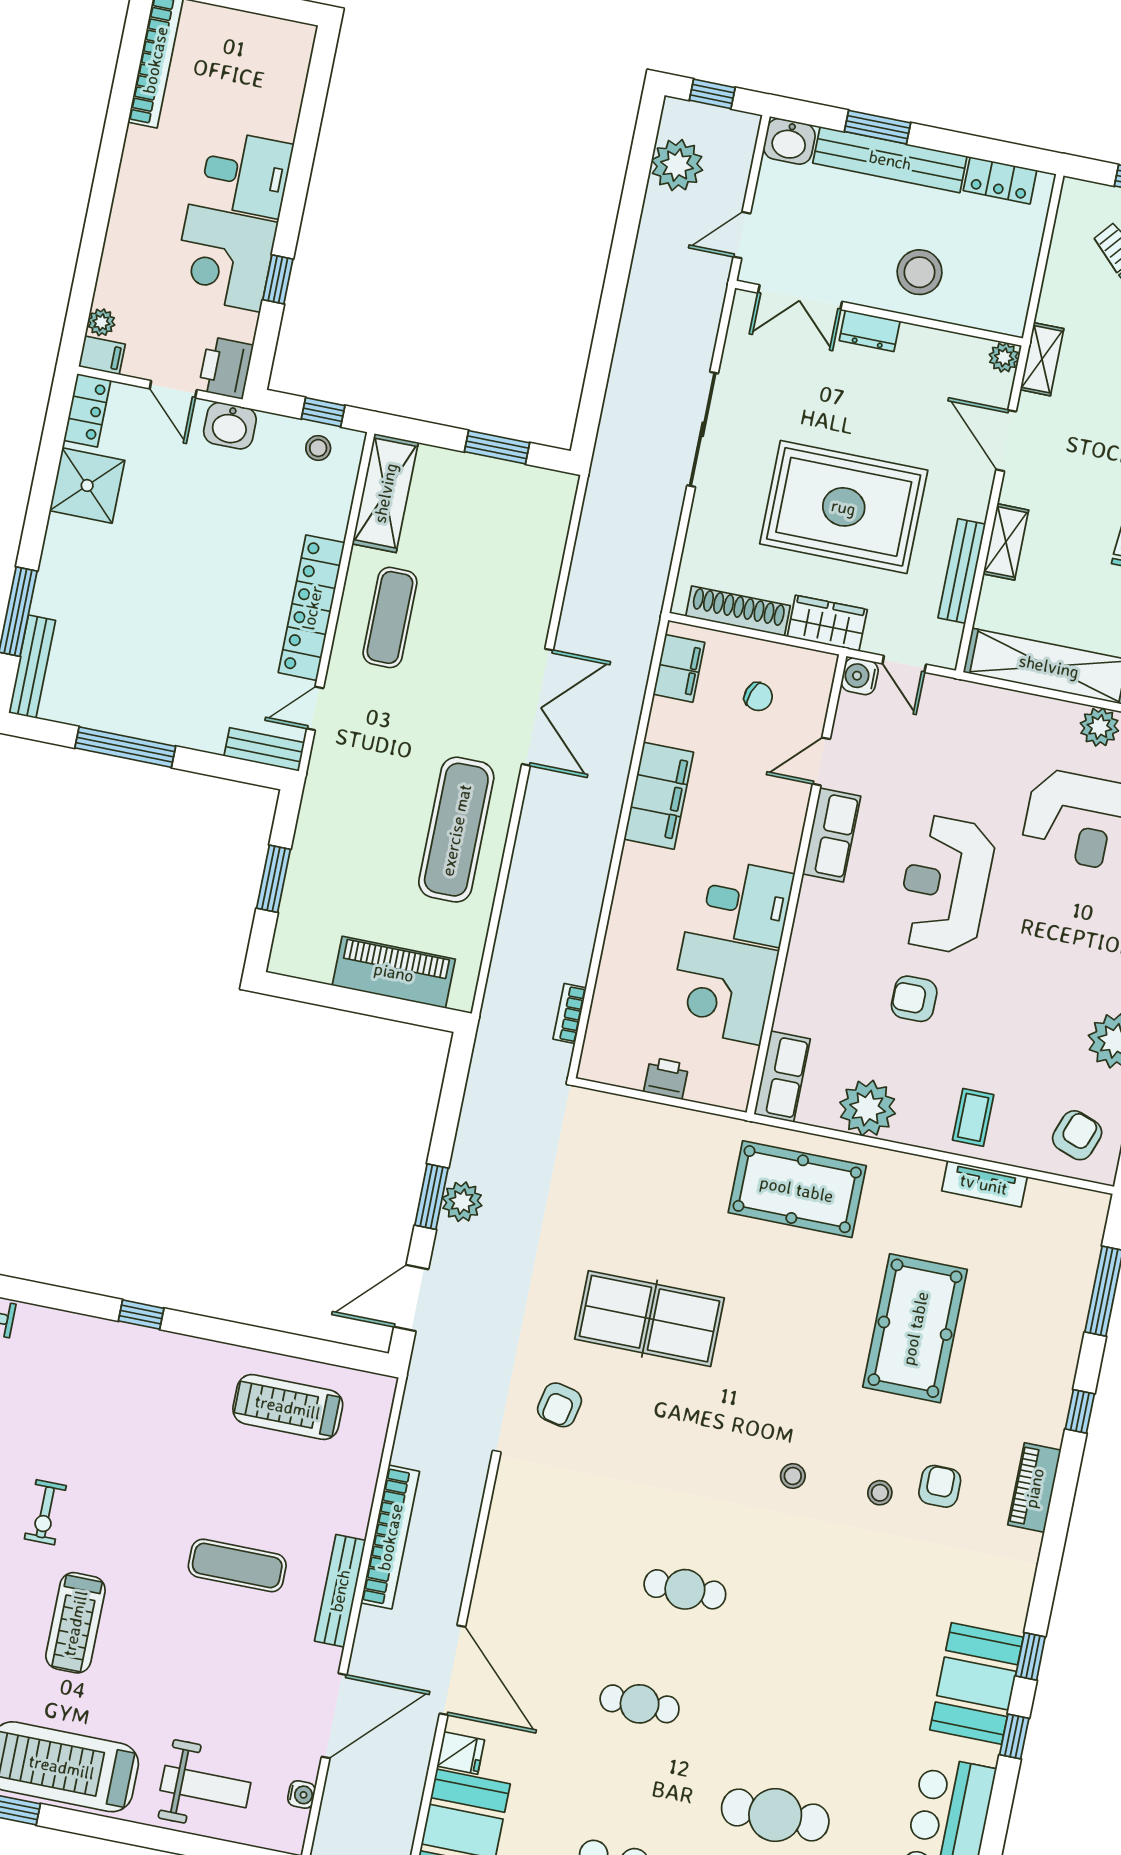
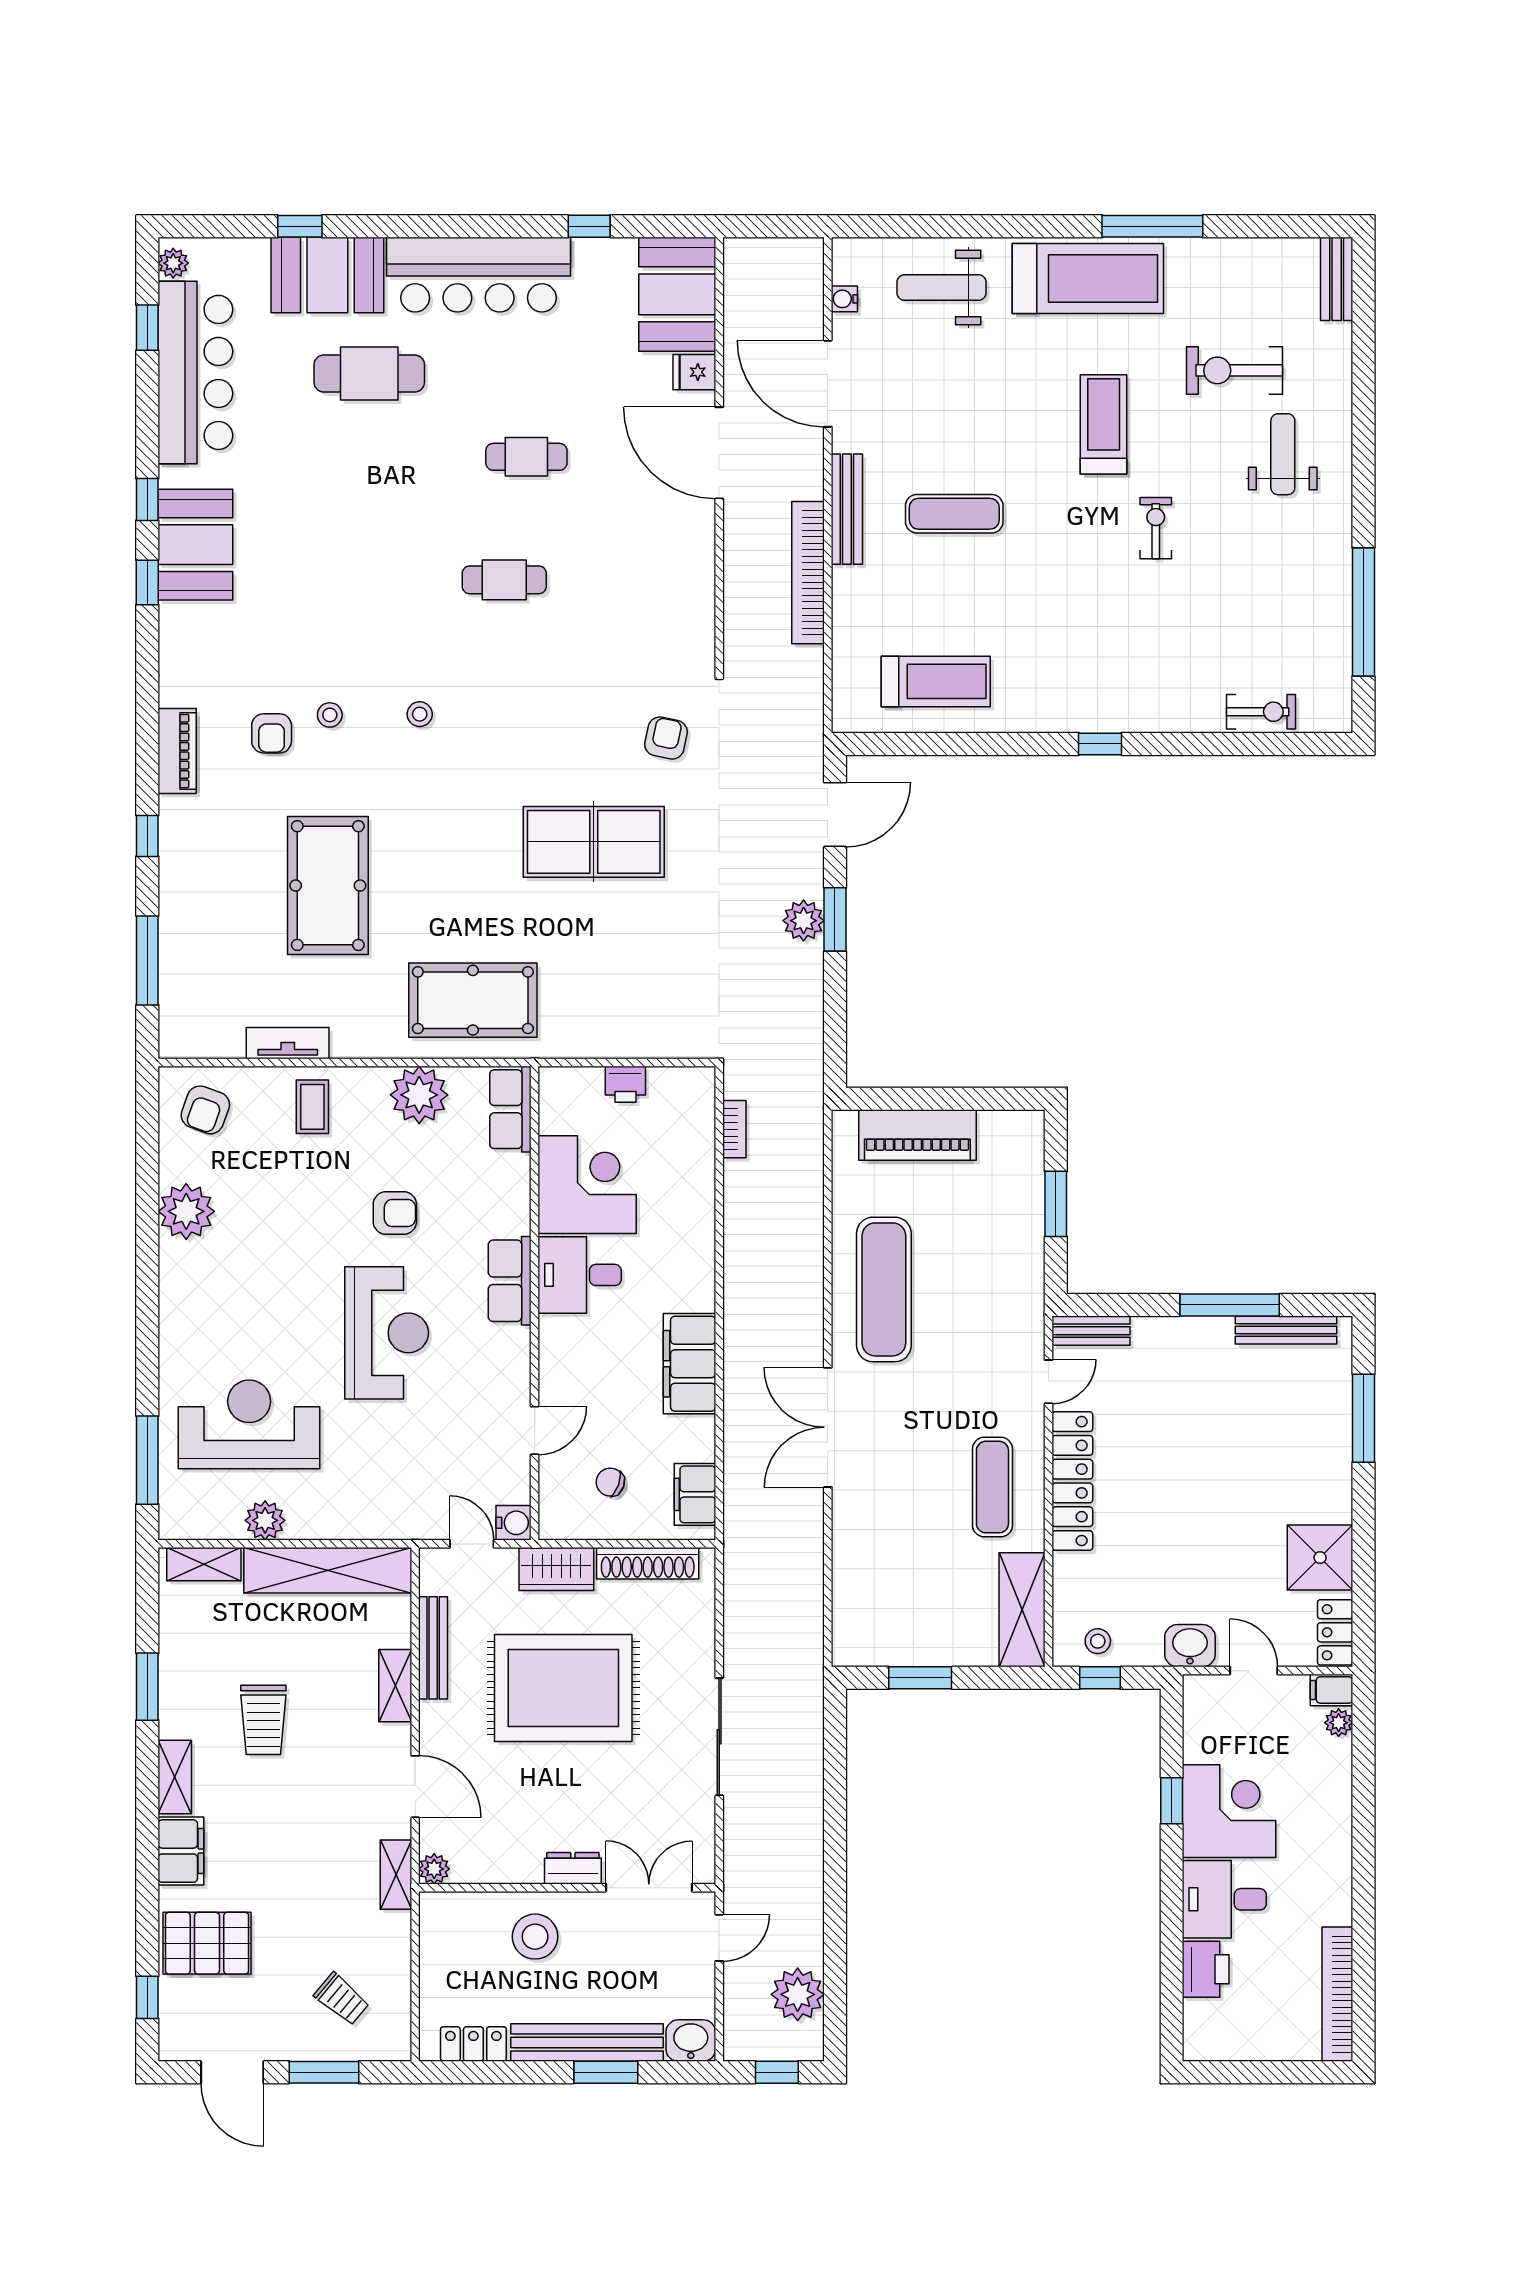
printer: (226, 368) -> (1206, 1969), moved
bench: (32, 667) -> (1286, 1330), moved, turned 90
row of seats: (832, 835) -> (510, 1281), moved
door: (334, 1716) -> (828, 384), hinge flipped

